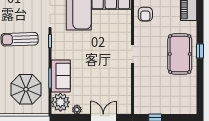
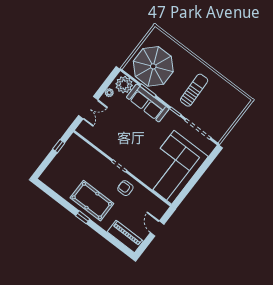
armchair: (145, 14) -> (125, 188), moved
sofa: (61, 76) -> (148, 103), width x1.36
parasol: (26, 89) -> (153, 66), width x1.36, depth x1.36

